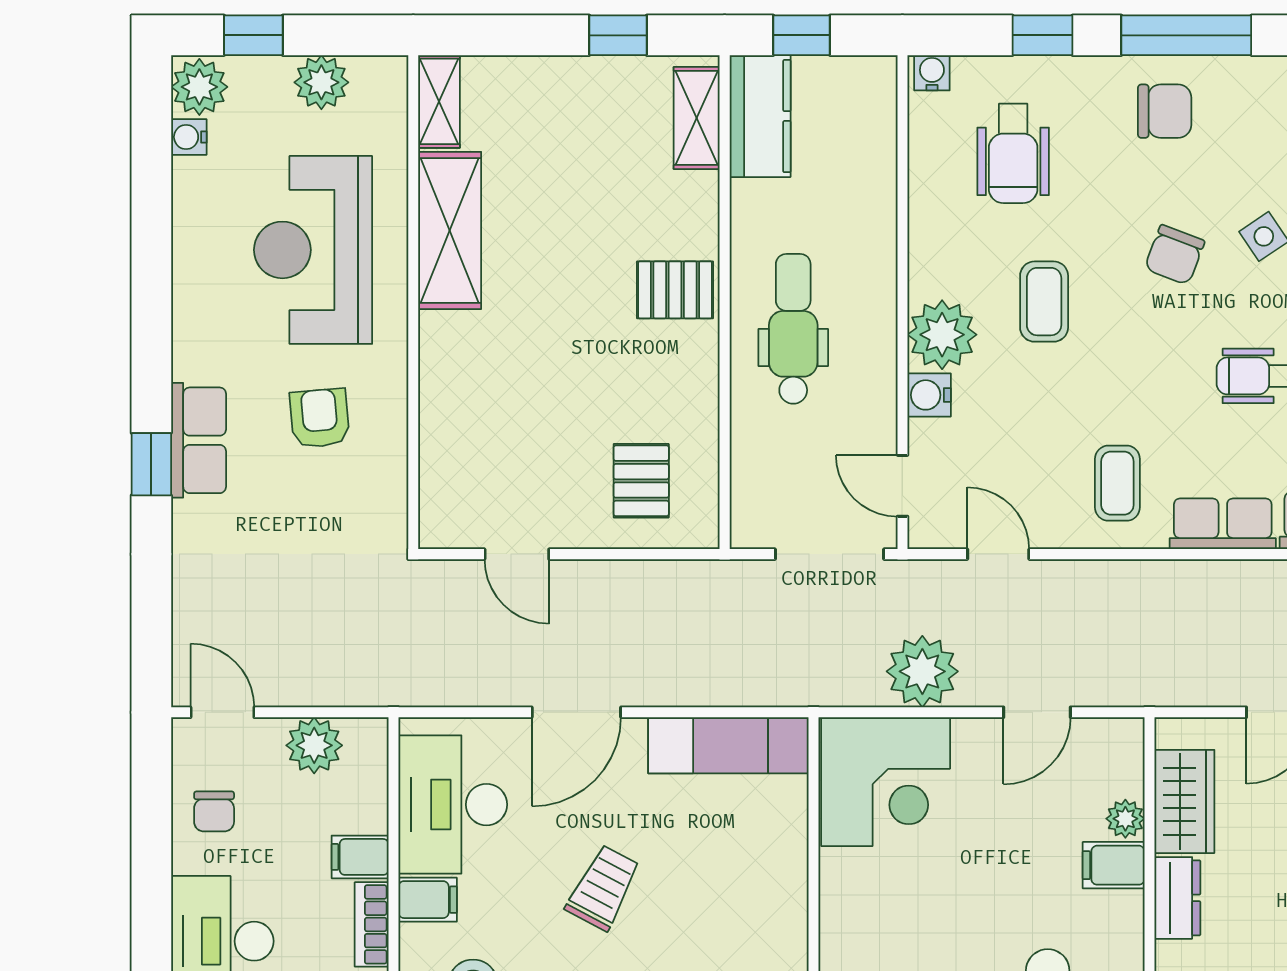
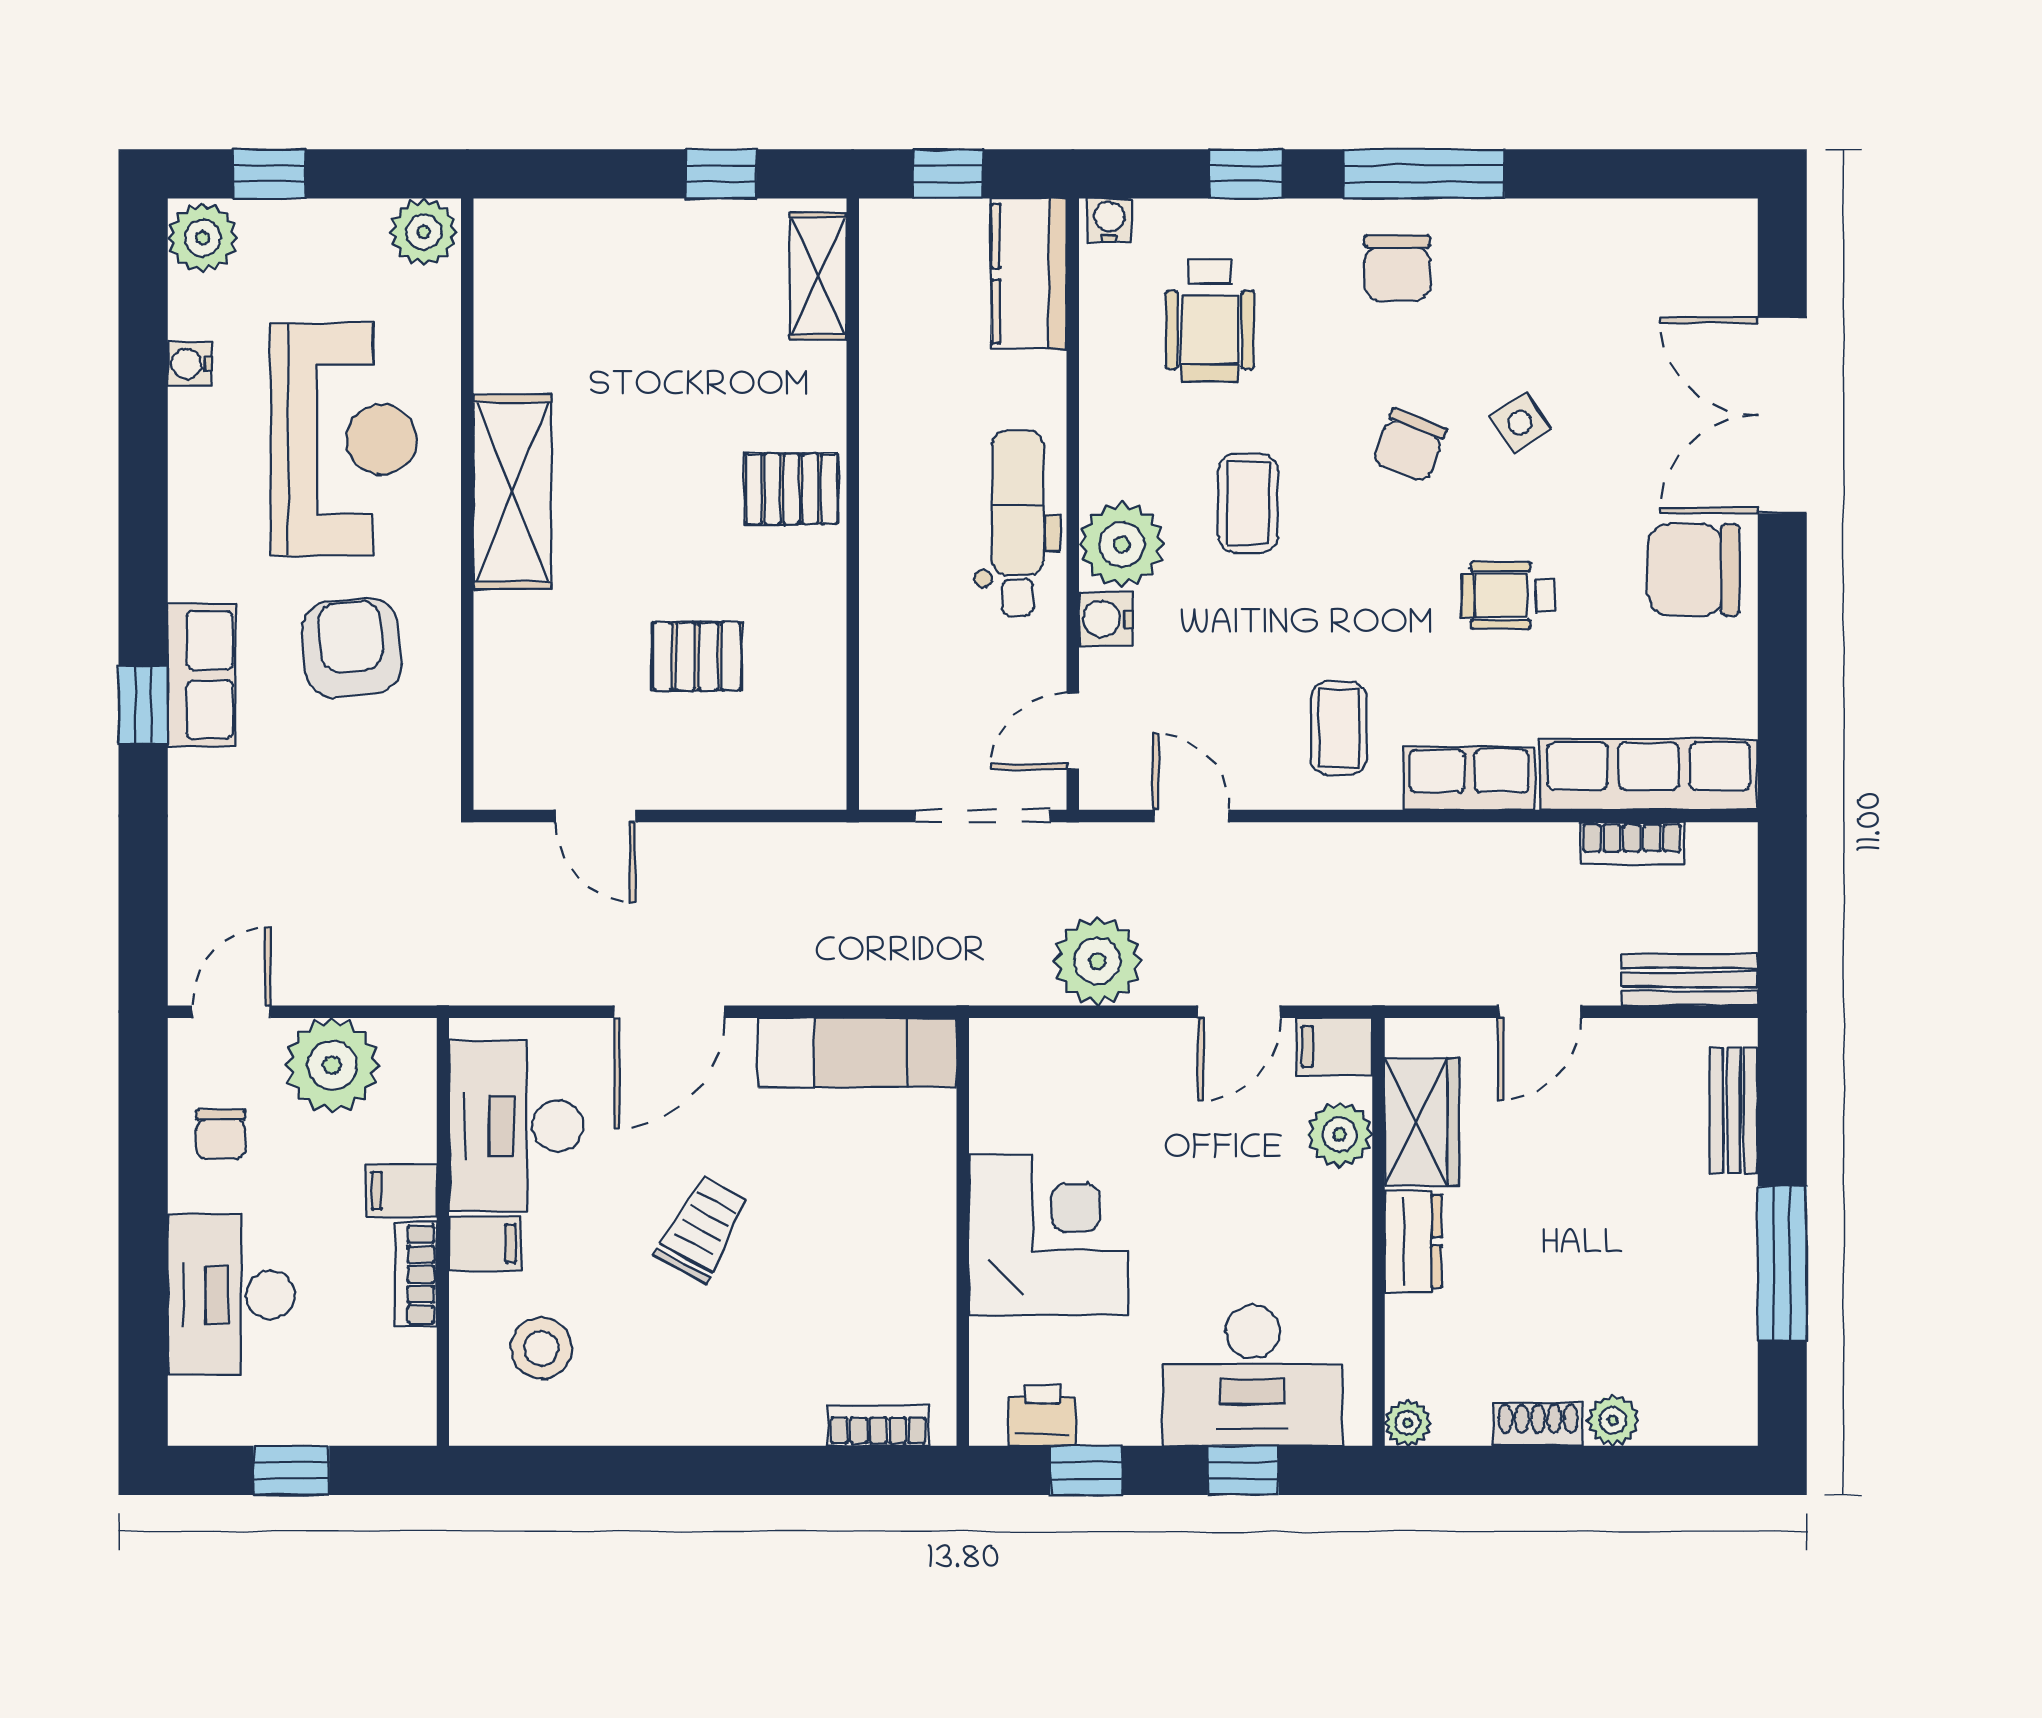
plant: (321, 82) -> (424, 232), moved
shelving: (439, 101) -> (499, 256), removed
chair: (1165, 111) -> (1397, 268), turned 90
kitchen counter: (760, 116) -> (1029, 274), moved, turned 180
water cooler: (189, 137) -> (190, 364), moved
shelving: (450, 230) -> (512, 492), moved
reception desk: (313, 250) -> (343, 439), turned 180
dental chair: (793, 329) -> (1017, 523), moved
armchair: (320, 418) -> (351, 648), width x1.38, depth x1.38
pallet: (641, 481) -> (697, 656), moved, turned 90
door: (902, 486) -> (1073, 731), hinge flipped
door: (222, 712) -> (231, 1012), hinge flipped
plant: (314, 745) -> (332, 1065), width x1.36, depth x1.36
corner desk: (886, 782) -> (1049, 1235), moved, turned -90
plant: (1125, 819) -> (1340, 1135), width x1.38, depth x1.38
filing cabinet: (1114, 865) -> (1334, 1047), moved

